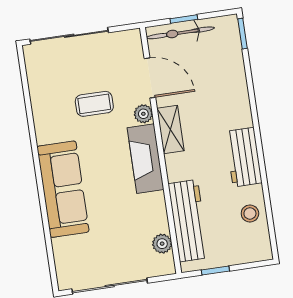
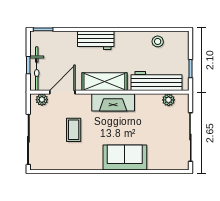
plant: (143, 114) -> (42, 100), moved
shelving: (171, 130) -> (104, 82), width x1.50, depth x1.33
workbench: (244, 157) -> (96, 40), moved
sofa: (63, 189) -> (125, 158), width x0.73

